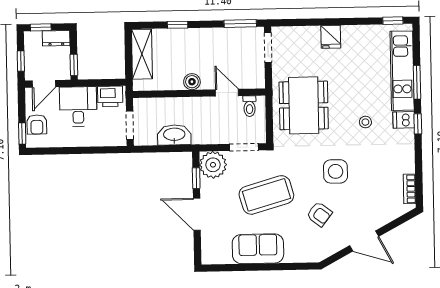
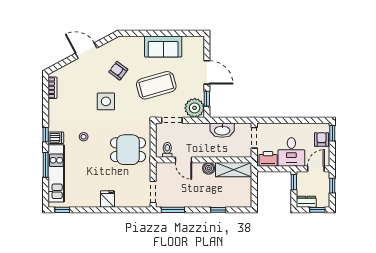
shelving: (142, 54) -> (234, 170), moved, turned 90
dining table: (304, 105) -> (128, 150), width x0.73

